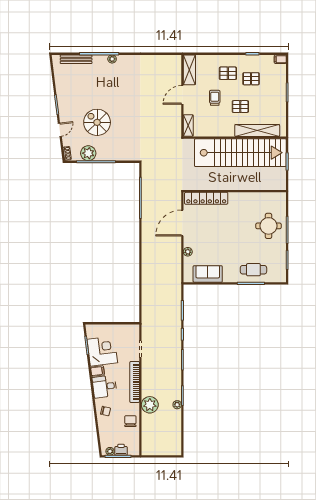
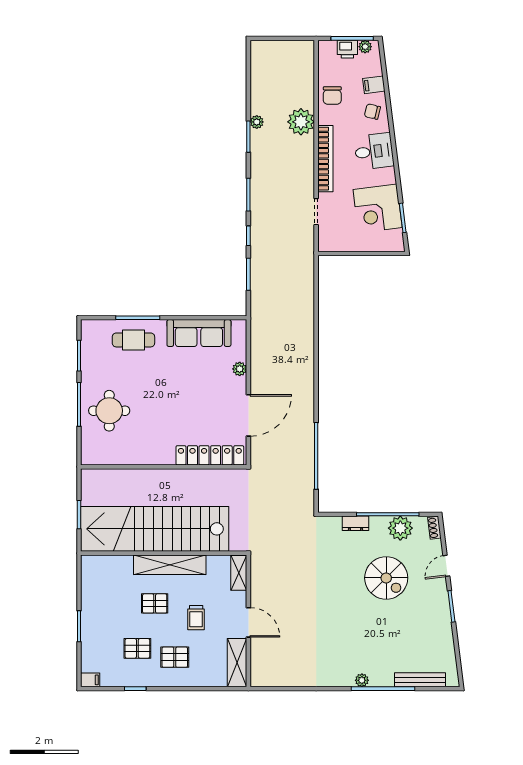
door: (182, 95) -> (248, 622), hinge flipped
shelving: (257, 131) -> (170, 565), moved
dresser: (116, 156) -> (355, 523), added
sofa: (208, 274) -> (199, 333), width x1.36
filing cabinet: (97, 371) -> (374, 85), moved

